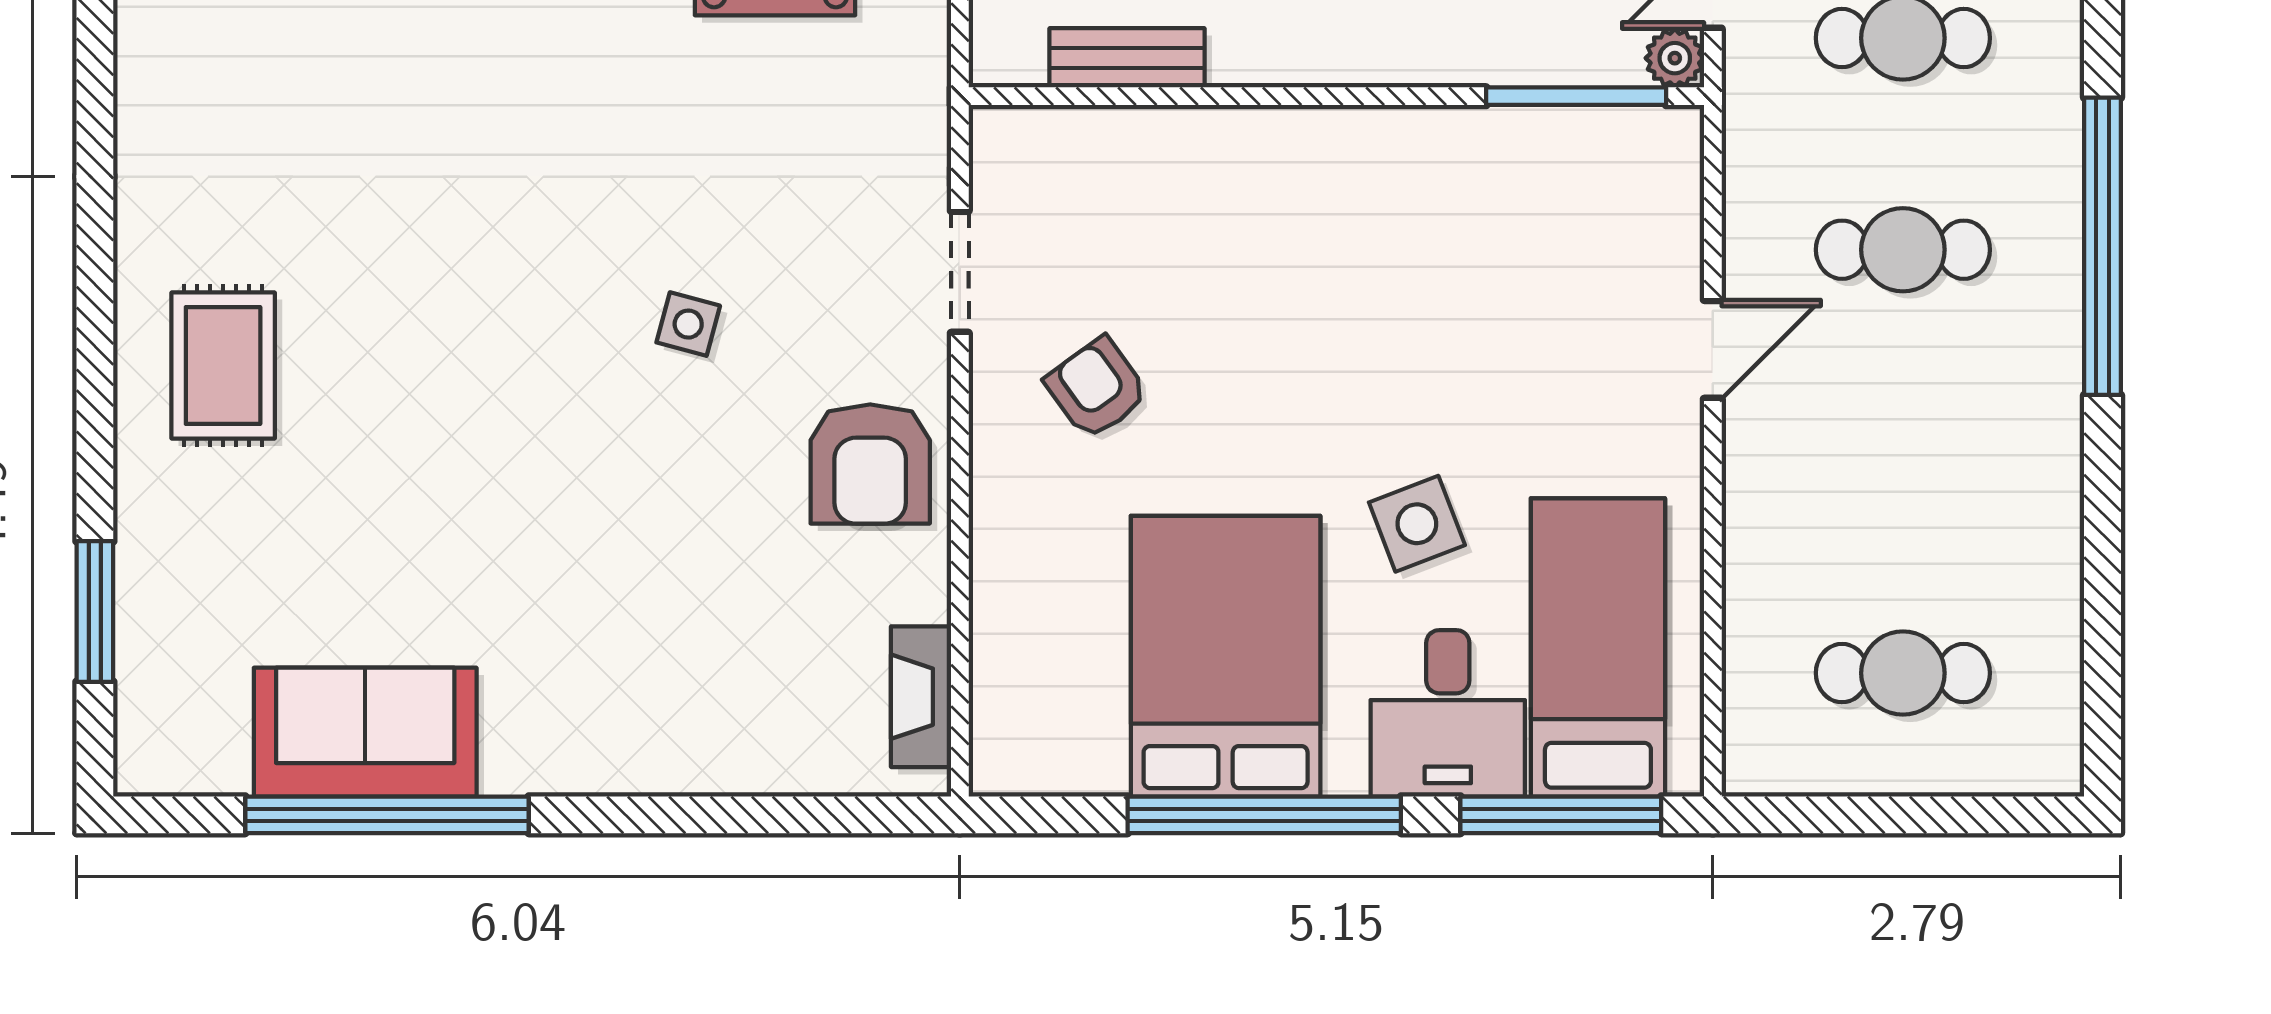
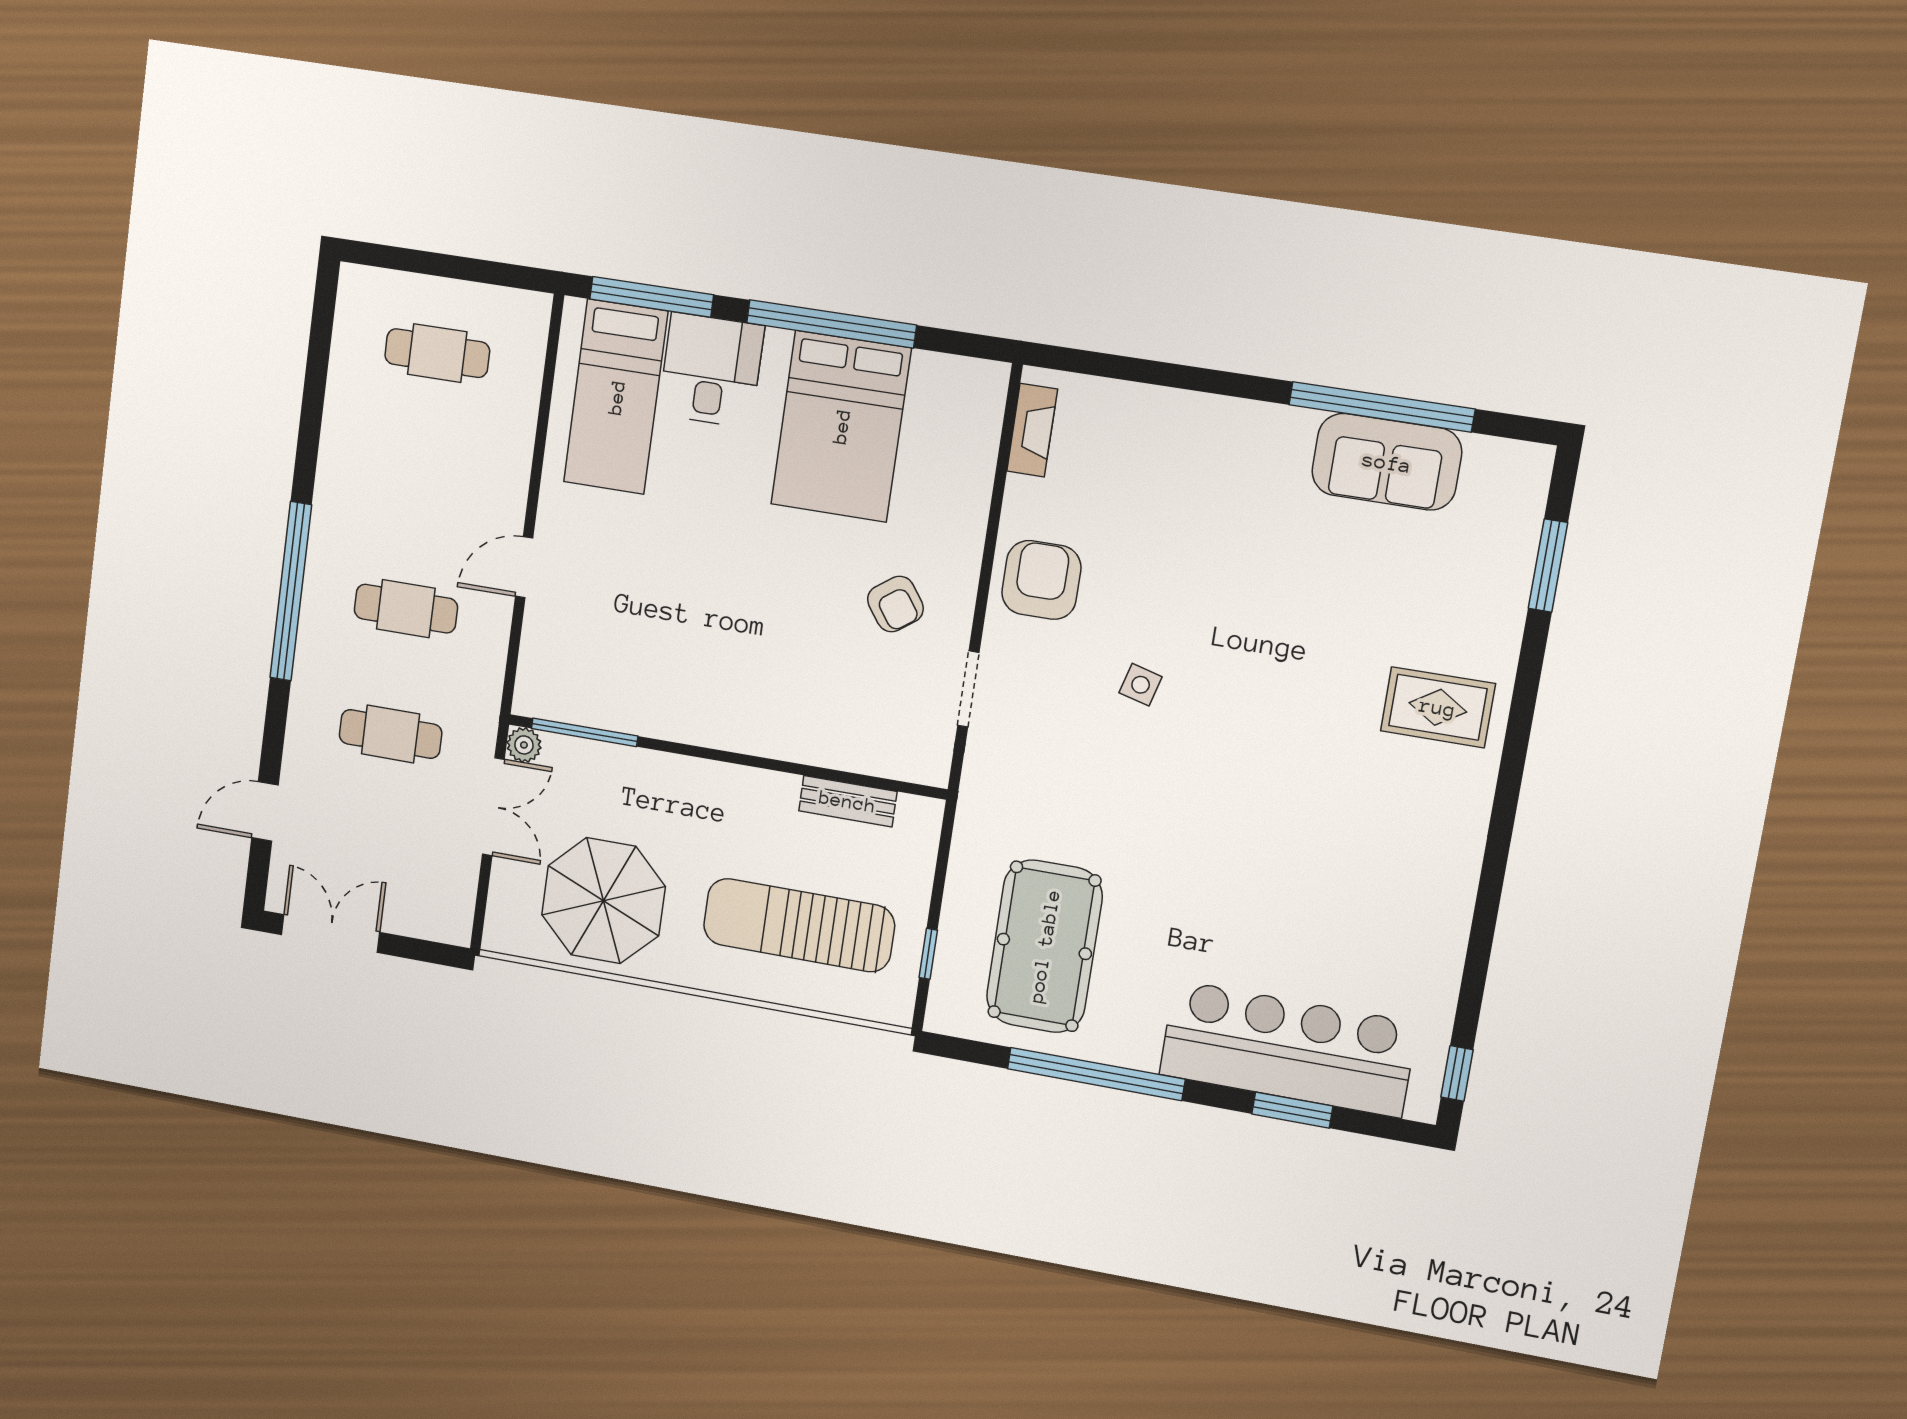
rug: (223, 365) -> (1438, 707), turned 90
side table: (1417, 524) -> (714, 490), removed

